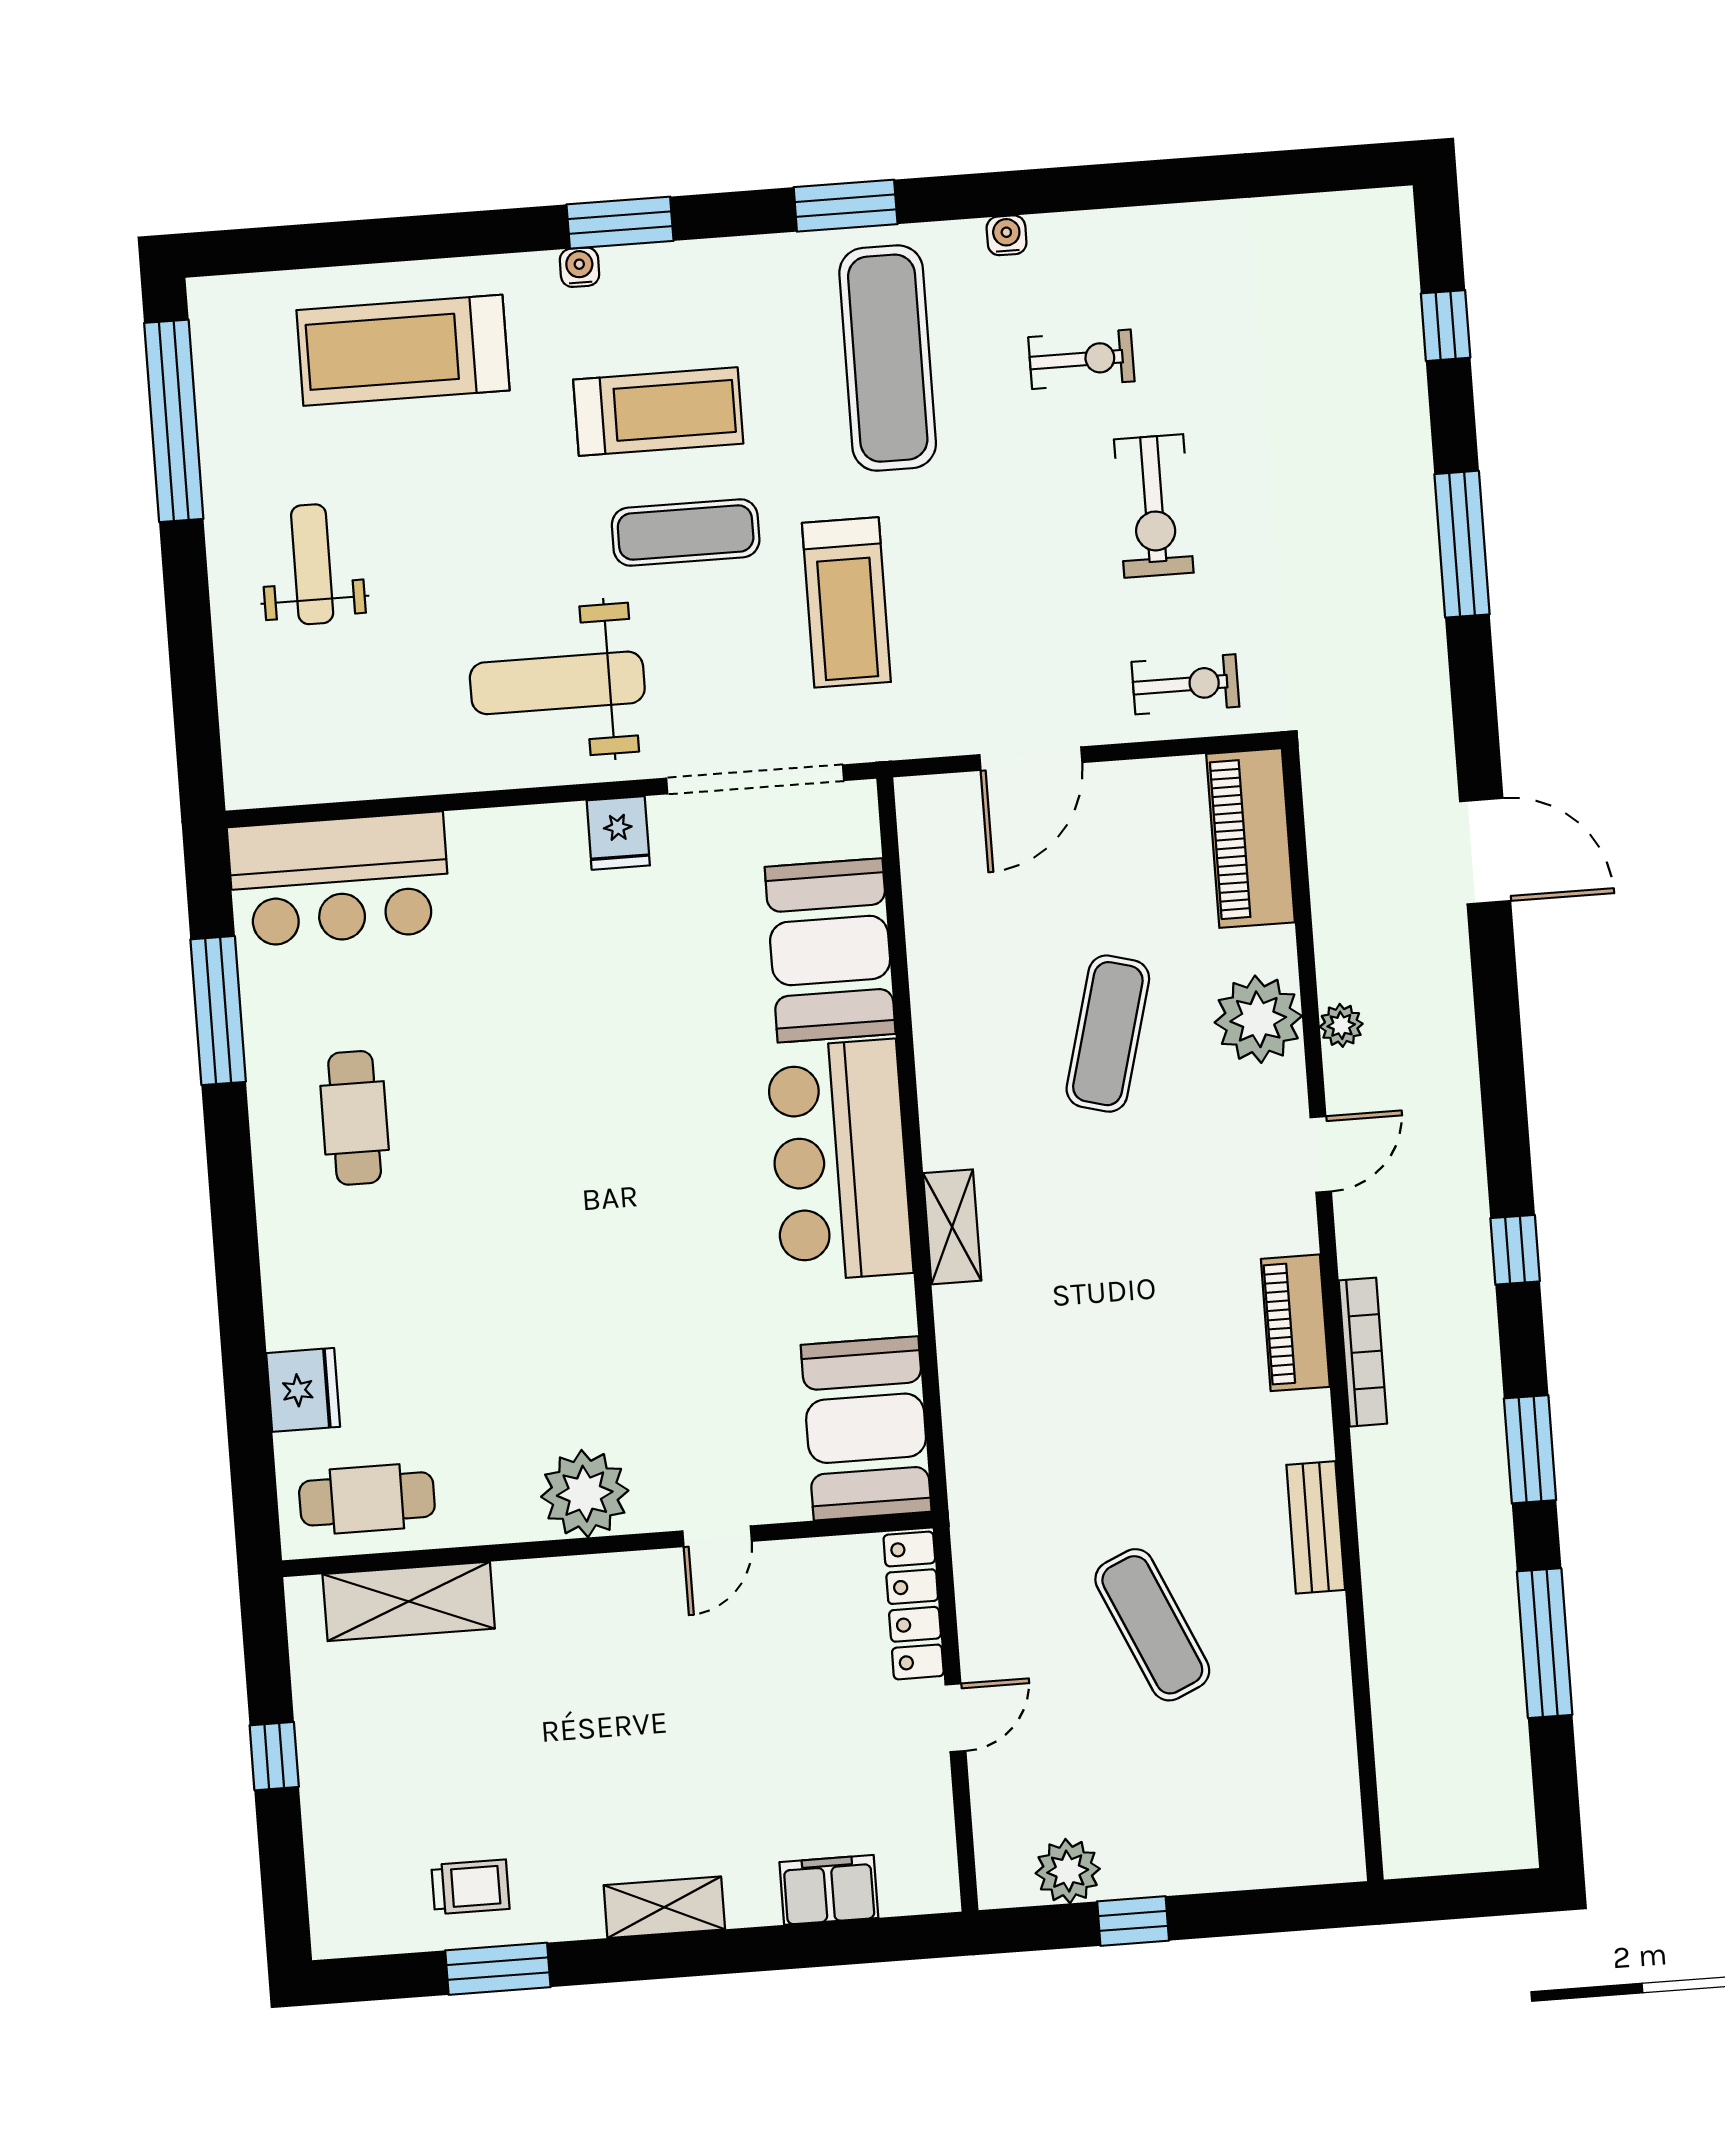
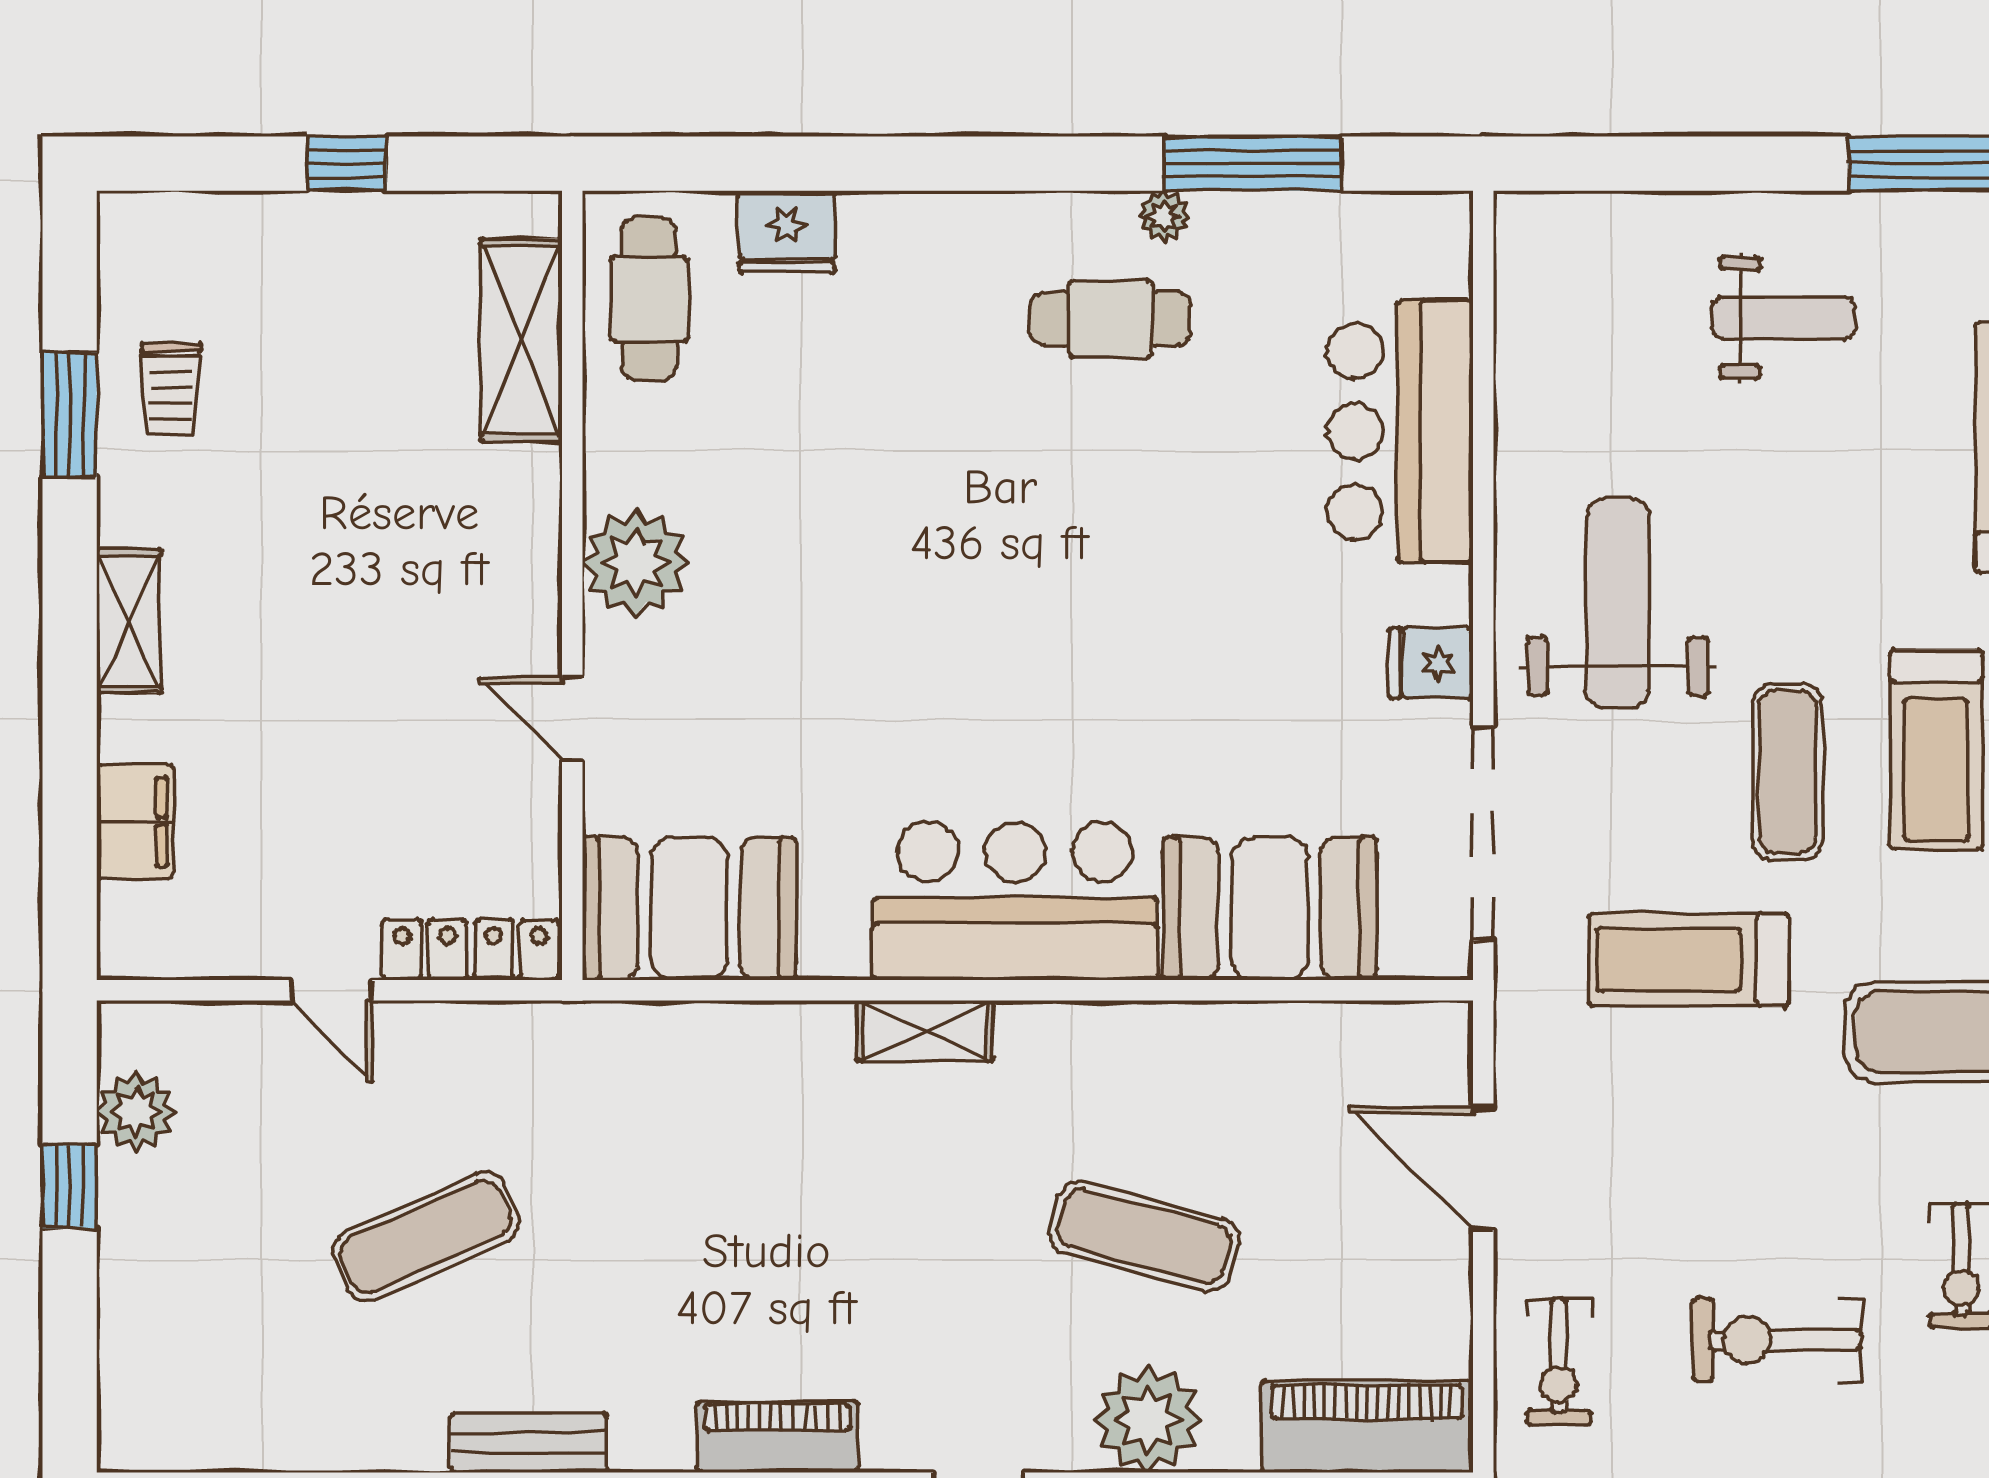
bar counter: (339, 879) -> (1400, 431), moved
plant: (267, 1080) -> (1164, 216), added

